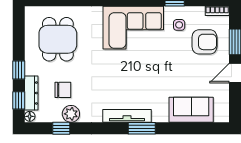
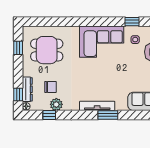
dining table: (58, 39) -> (47, 50), turned 90
window: (19, 70) -> (18, 48), moved

